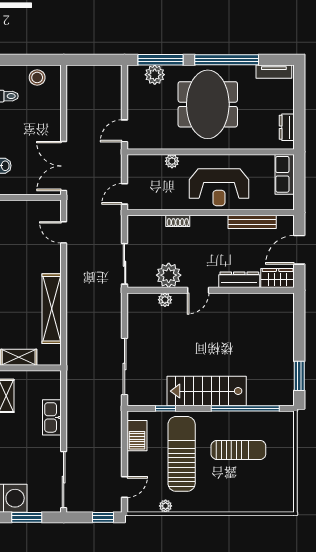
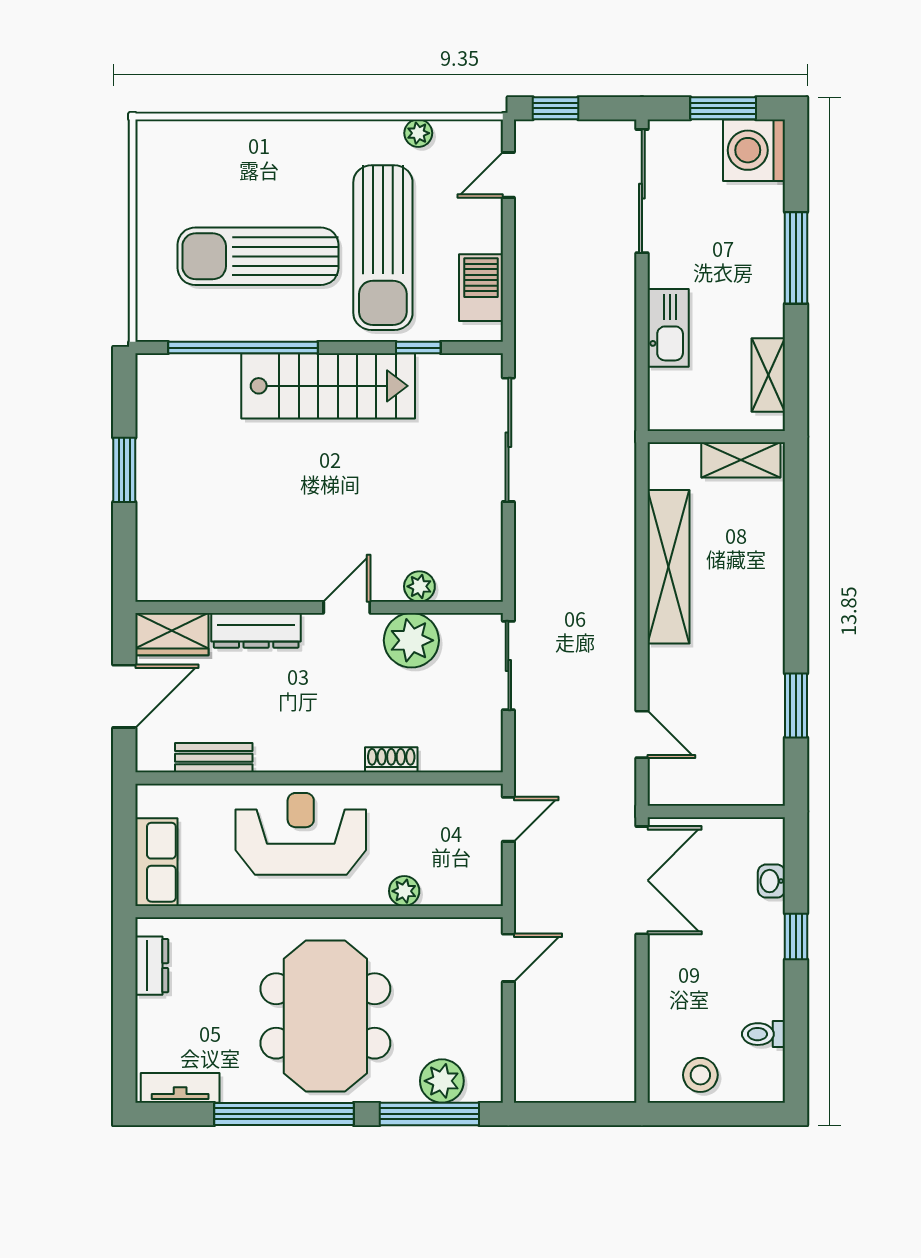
bench: (252, 222) -> (214, 758), width x0.73
window: (299, 376) -> (124, 470), moved
sun lounger: (238, 450) -> (258, 256), width x1.36, depth x1.34

